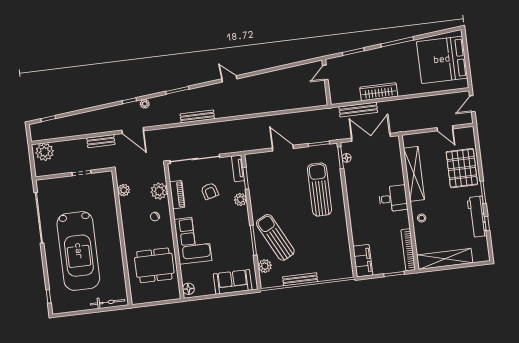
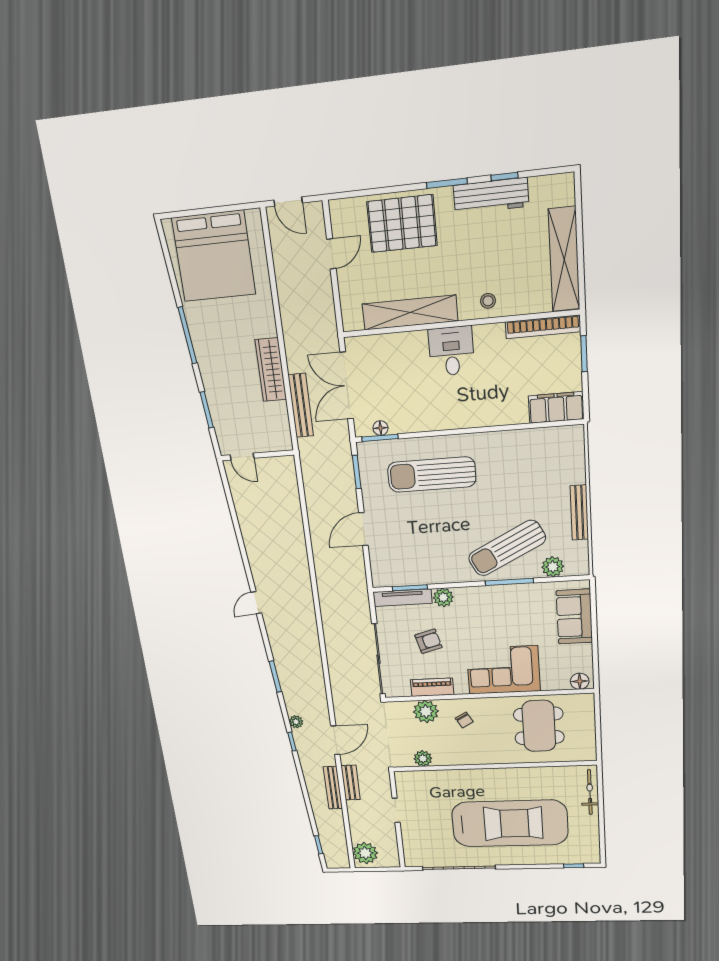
bench: (197, 116) -> (333, 788), moved
tv unit: (238, 168) -> (402, 598), width x1.41

